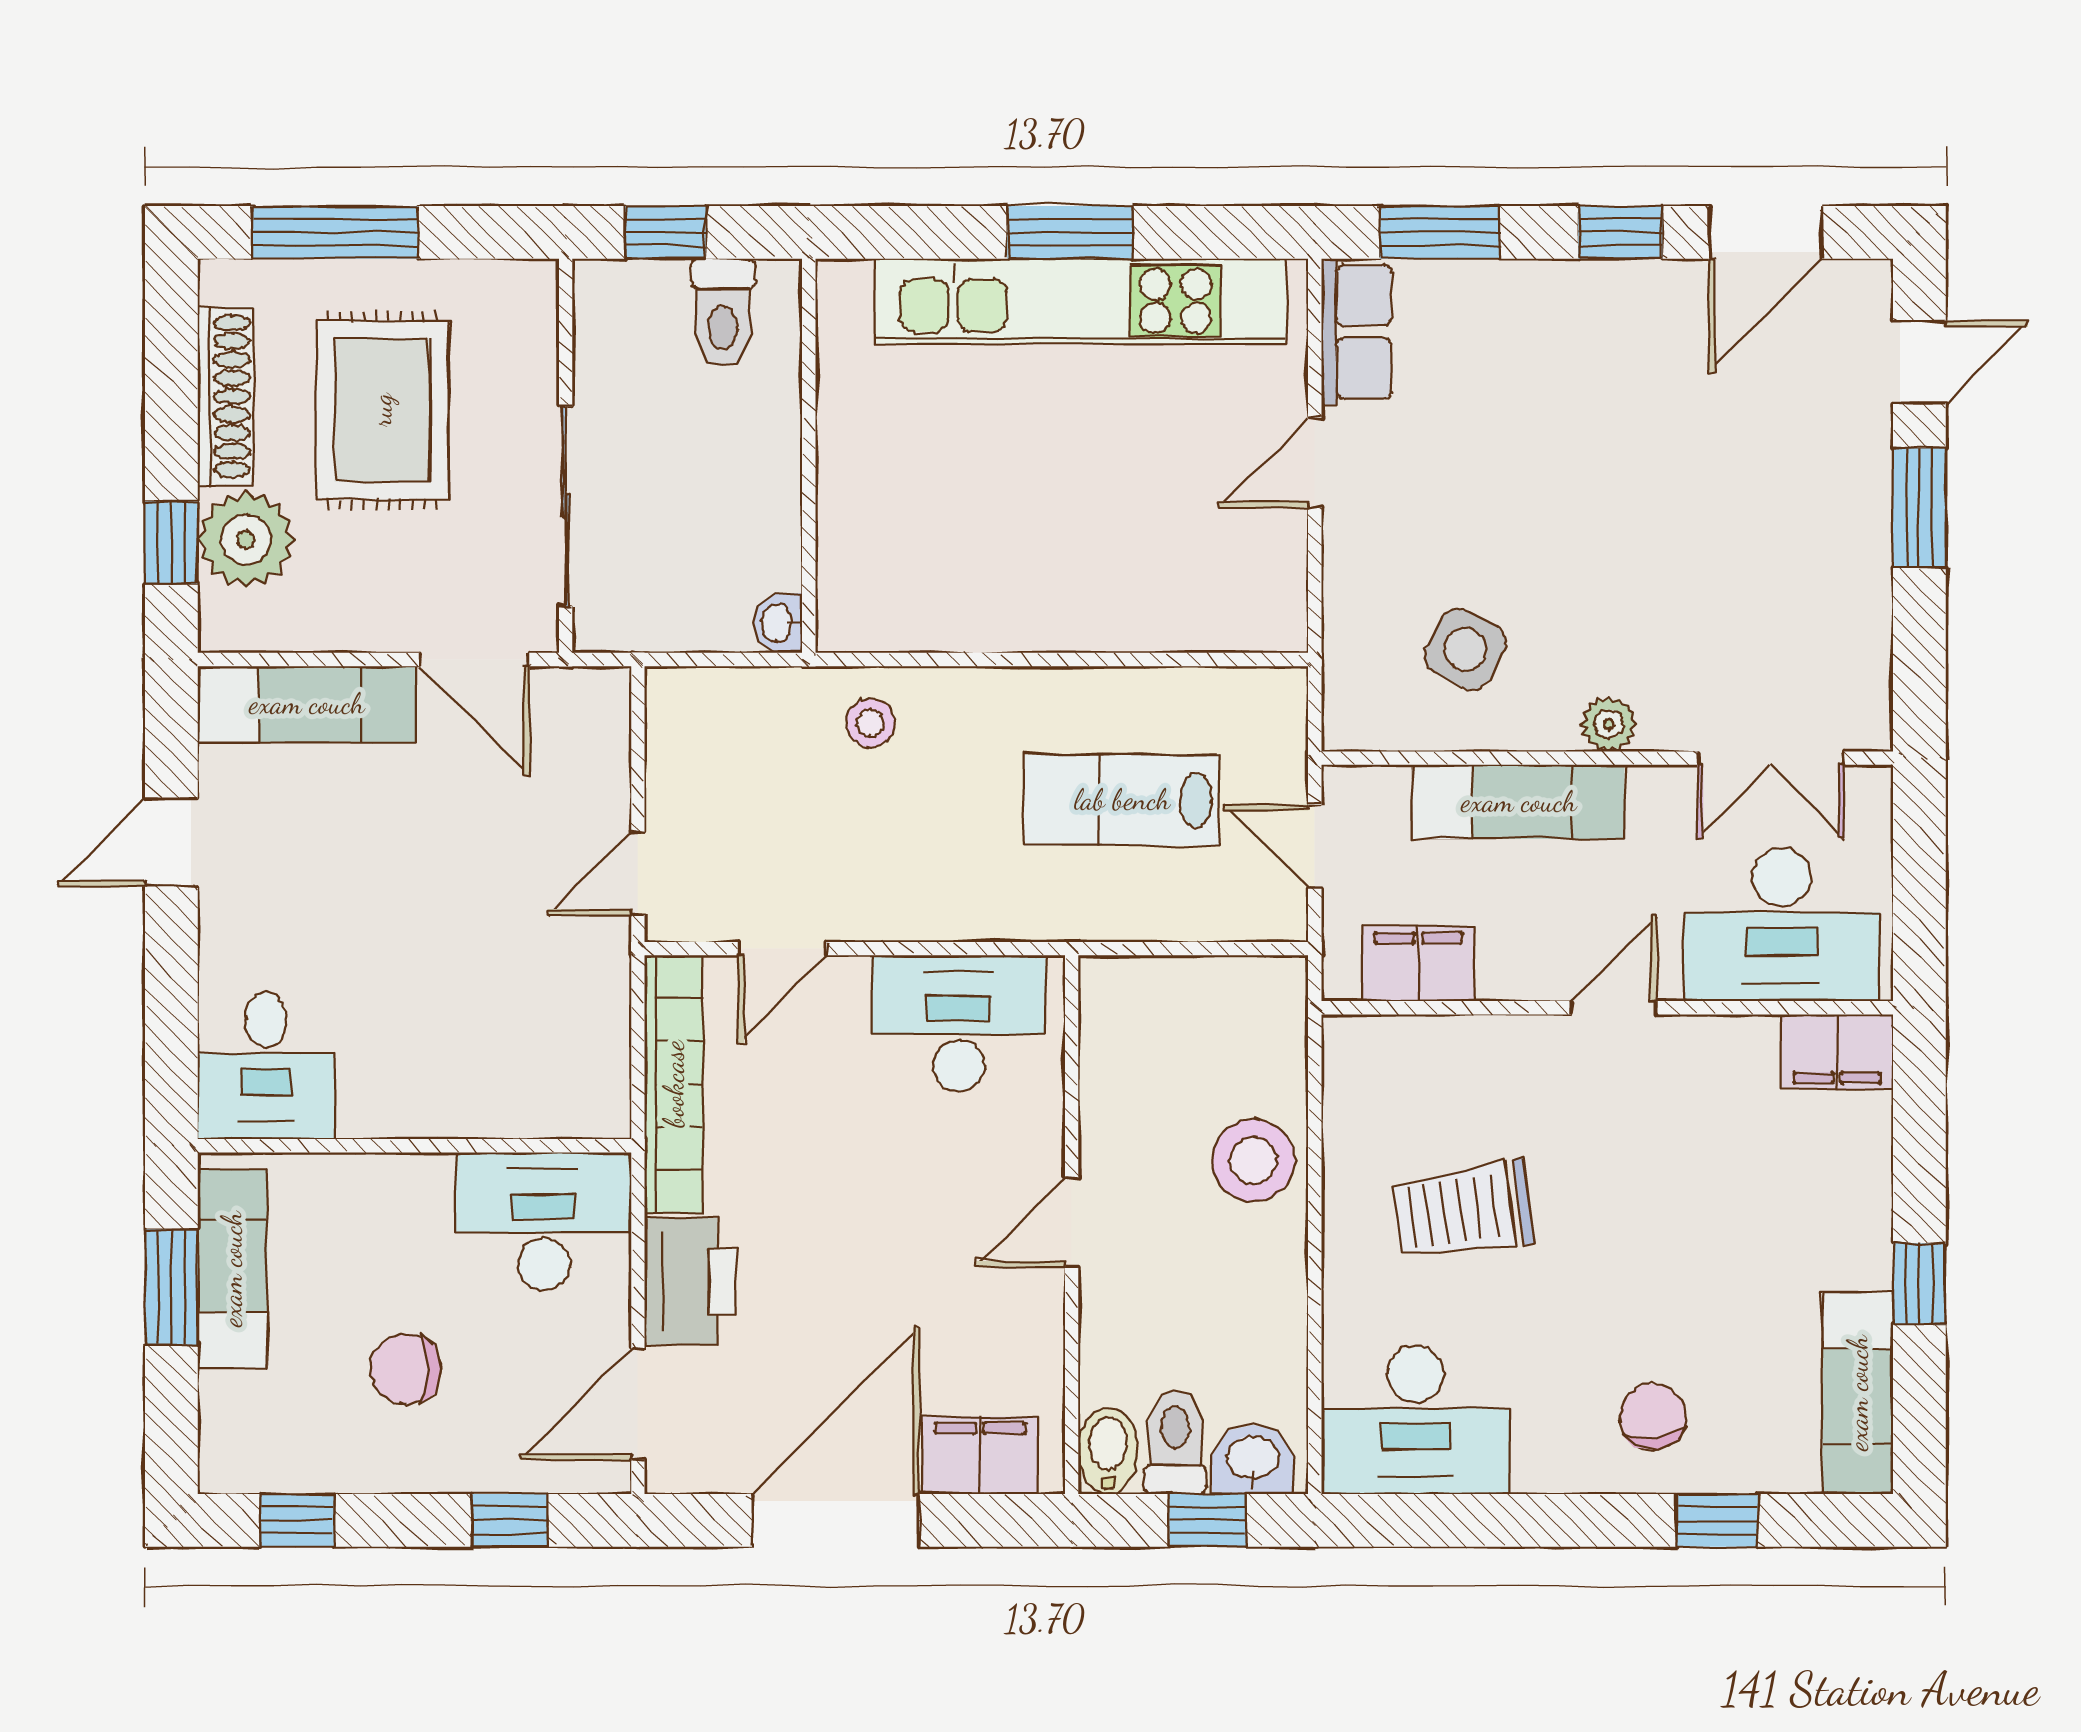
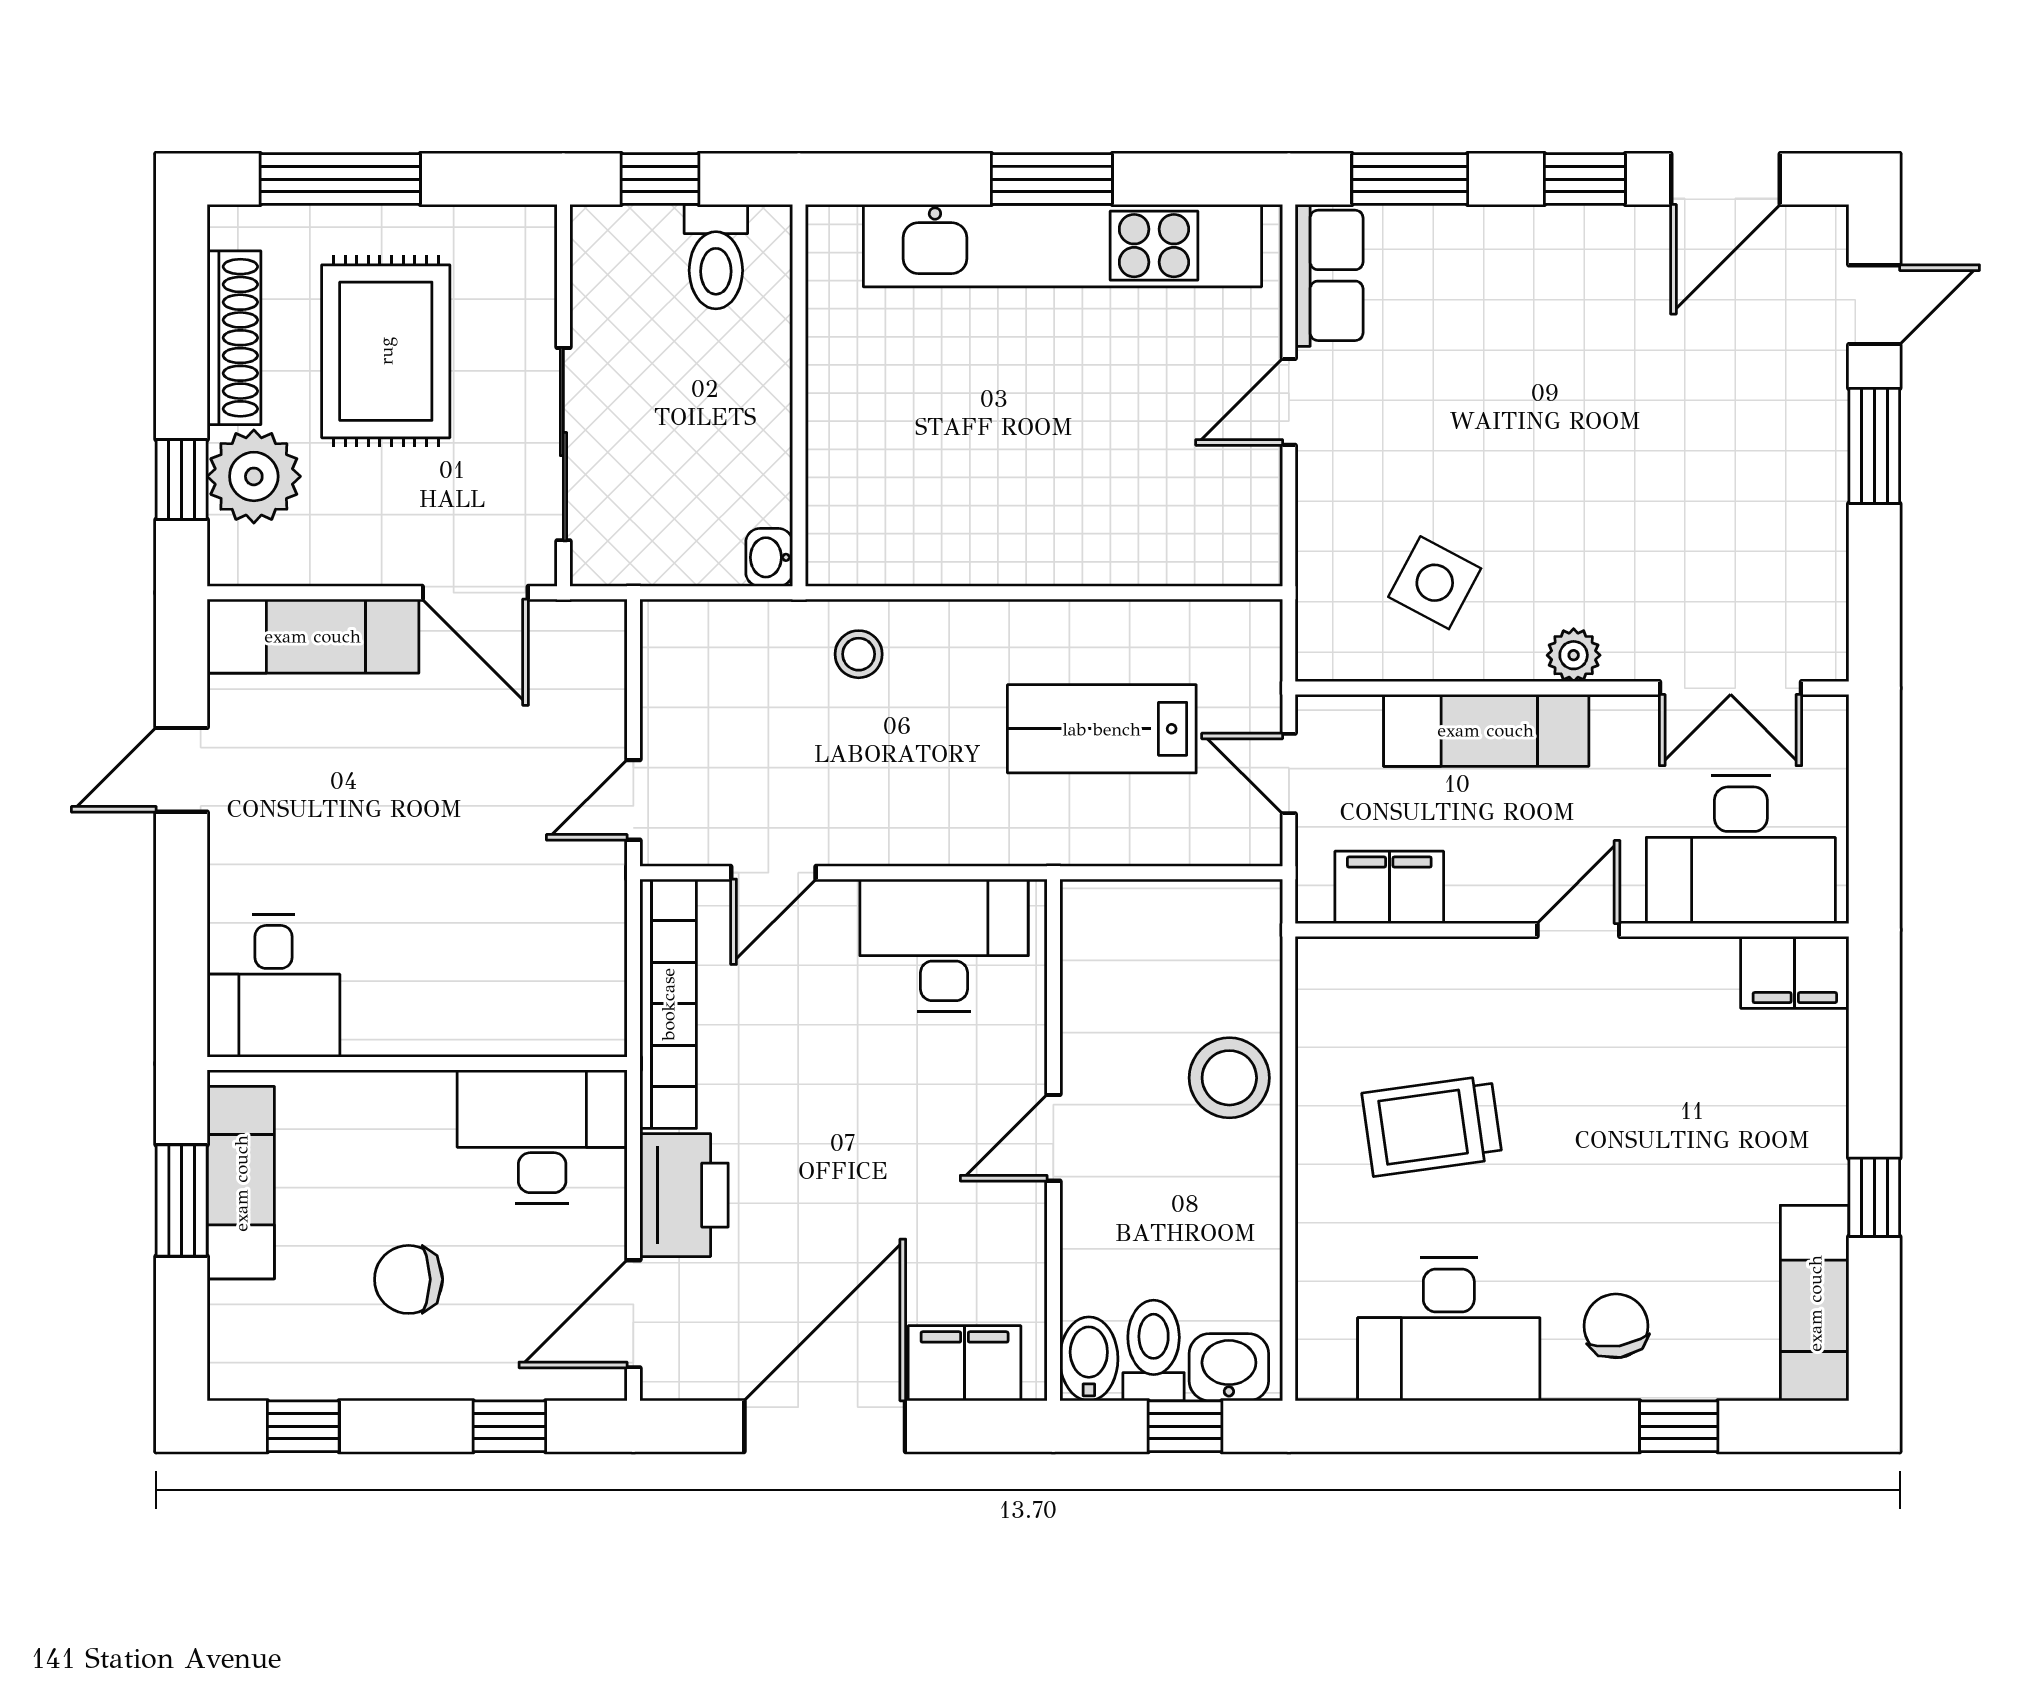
desk: (1415, 1420) -> (1449, 1329), moved

